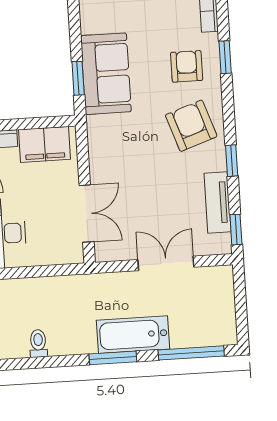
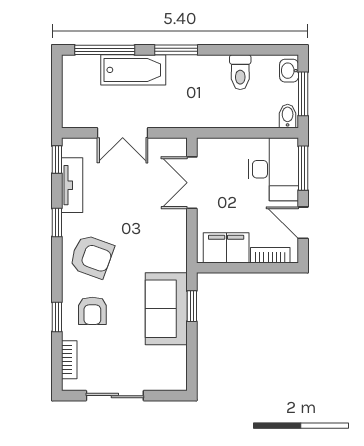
armchair: (191, 126) -> (92, 257), turned -51
bathtub: (133, 335) -> (133, 70), moved
toilet: (38, 343) -> (240, 72), width x1.37, depth x1.39

